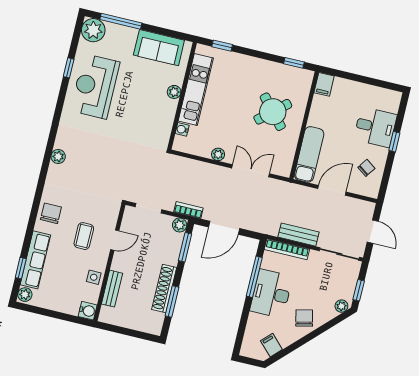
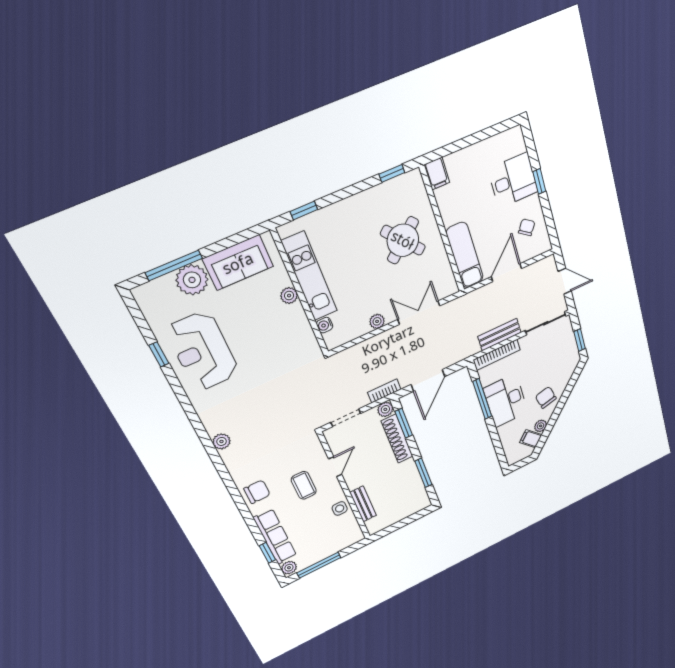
plant: (93, 30) -> (192, 280), moved
chair: (51, 213) -> (257, 492), turned 90
shoe rack: (164, 288) -> (397, 439), moved
plant: (341, 306) -> (541, 426), moved
water cooler: (88, 311) -> (355, 536), removed
window: (46, 312) -> (319, 565), added

